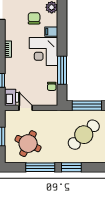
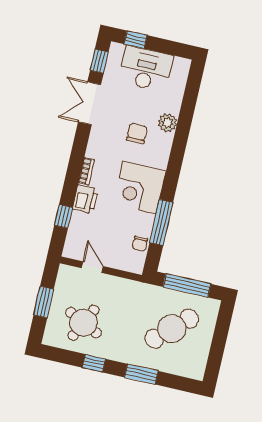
filing cabinet: (51, 32) -> (158, 160), removed
printer: (11, 97) -> (85, 199), moved
window: (40, 167) -> (94, 363), width x0.46

